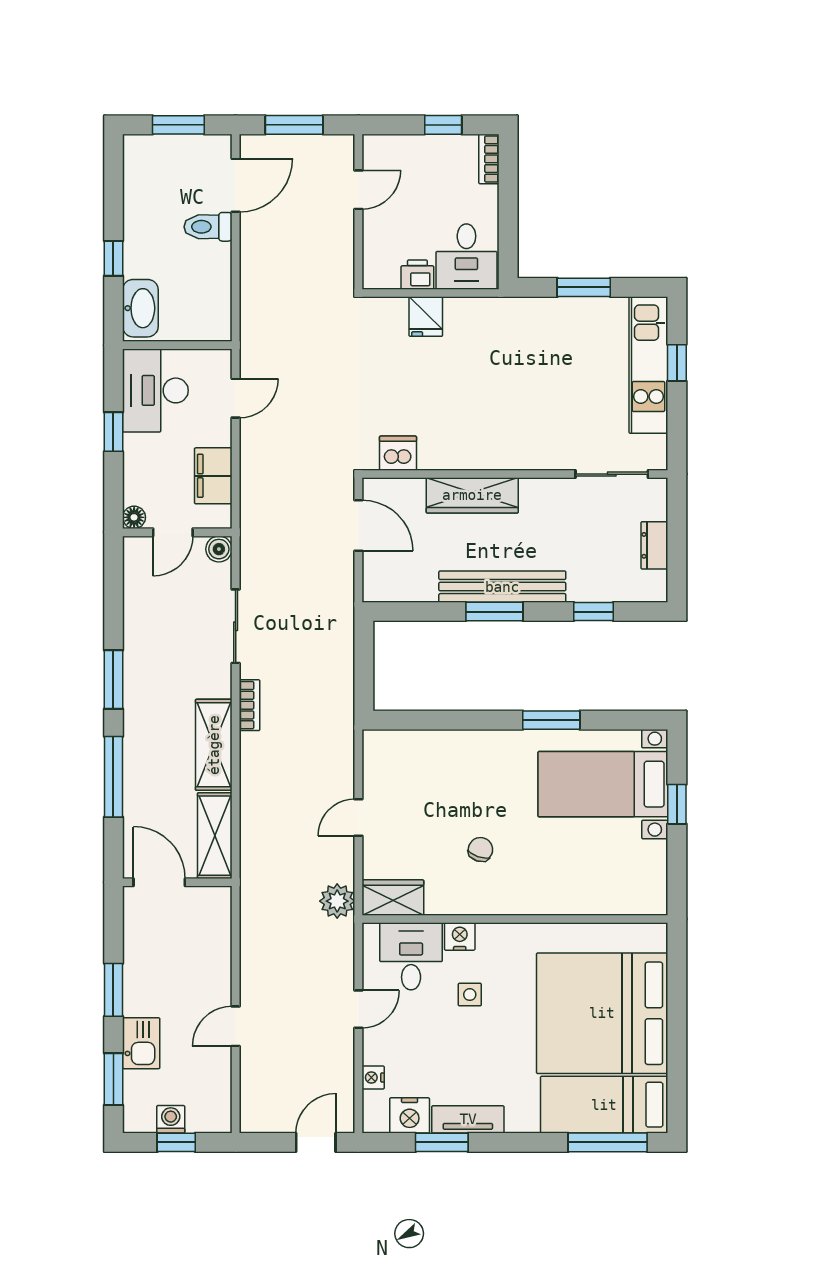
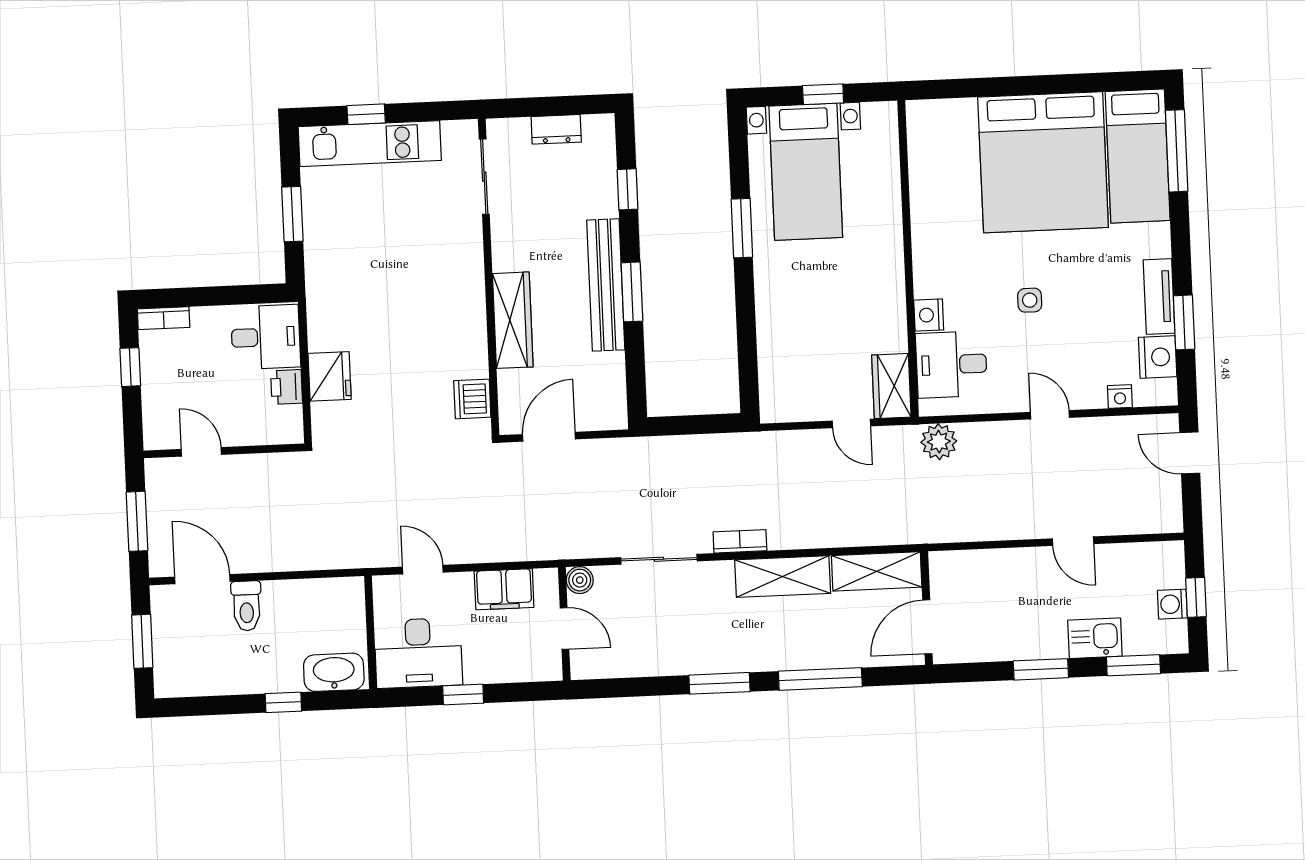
fridge: (426, 317) -> (330, 376), width x1.38
floor lamp: (134, 517) -> (551, 669), removed
chair: (480, 849) -> (879, 296), removed
wardrobe: (393, 898) -> (891, 386), moved
wall: (515, 919) -> (908, 259), moved
nightstand: (460, 937) -> (929, 315), moved
desk: (411, 956) -> (951, 365), moved

